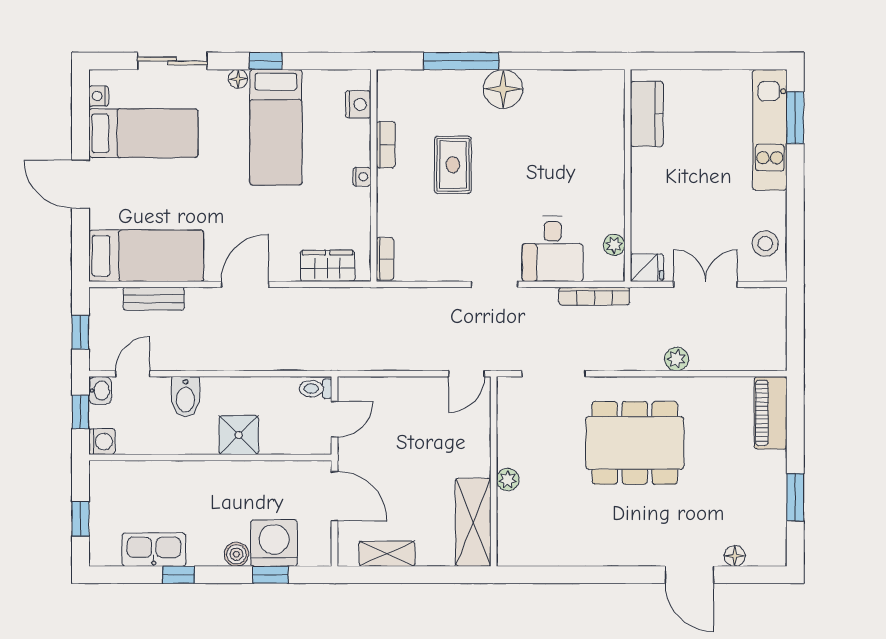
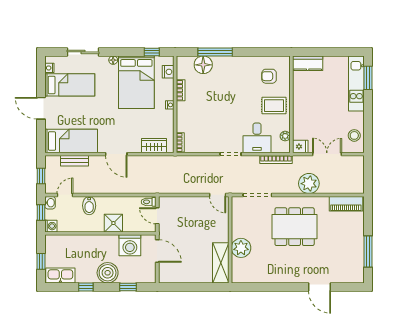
window: (266, 61) -> (152, 52), moved
floor lamp: (503, 89) -> (203, 65), moved
armchair: (579, 114) -> (269, 76), added
kitchen counter: (647, 114) -> (308, 63), moved, turned 90
bed: (276, 127) -> (136, 82), width x1.50
rug: (453, 165) -> (274, 106), moved, turned 90
door: (245, 284) -> (116, 154), swing flipped
plant: (676, 359) -> (309, 184), width x1.88, depth x1.88
door: (466, 374) -> (218, 195), hinge flipped
piano: (771, 413) -> (346, 204), moved, turned -90
door: (335, 419) -> (157, 216), swing flipped
plant: (508, 480) -> (241, 248), width x1.88, depth x1.88
window: (795, 497) -> (368, 252), width x1.44
washing machine: (274, 543) -> (130, 245), moved, turned 180
kitchen sink: (154, 550) -> (60, 275), moved
boiler: (236, 554) -> (108, 273), width x1.86, depth x1.86
shelving: (387, 554) -> (181, 277), removed
floor lamp: (735, 556) -> (340, 278), removed

